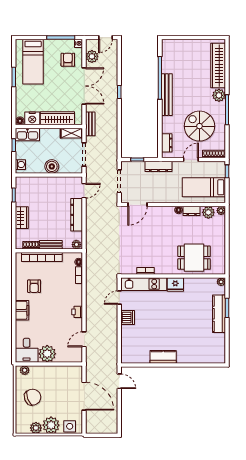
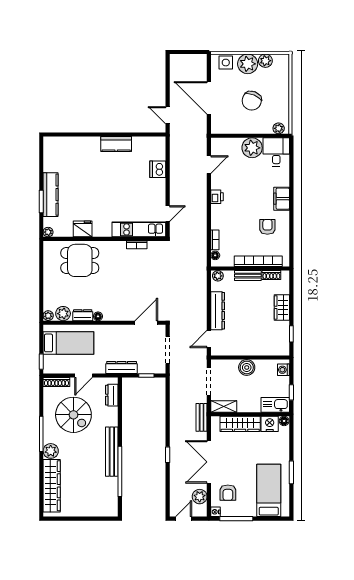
fridge: (175, 284) -> (83, 229), moved
dishwasher: (128, 317) -> (158, 169), moved
chair: (33, 397) -> (252, 101), moved, turned -46

